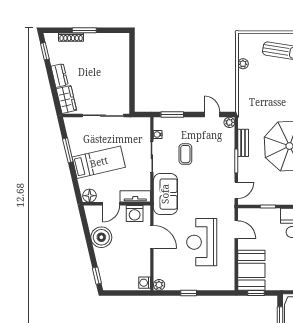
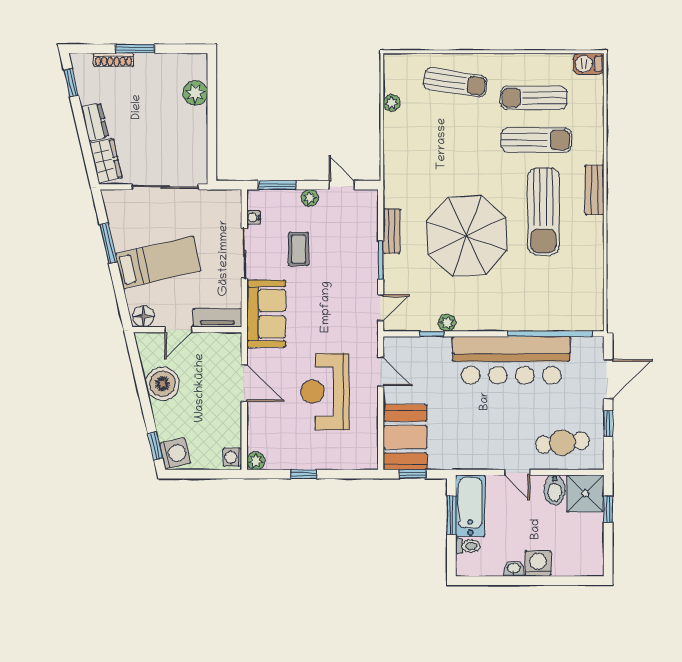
plant: (122, 58) -> (195, 93), added
plant: (229, 122) -> (310, 198), moved
plant: (277, 200) -> (447, 323), added
washing machine: (135, 214) -> (175, 453), moved, turned -103

